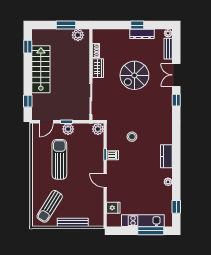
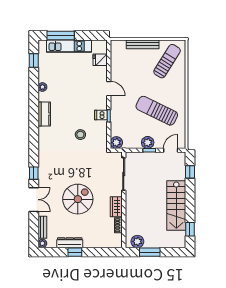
sun lounger: (59, 159) -> (157, 111), turned 116

